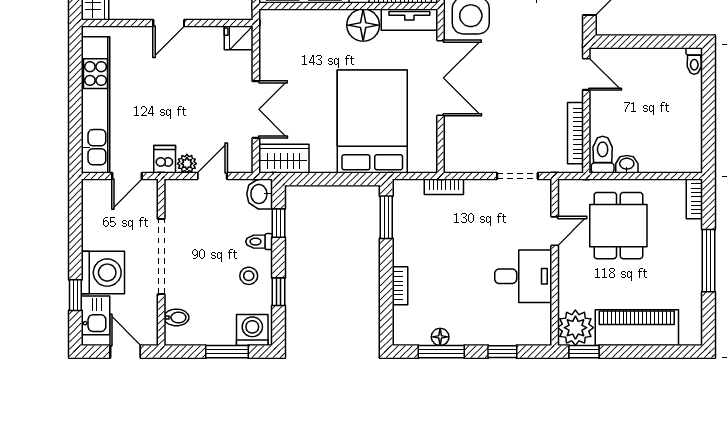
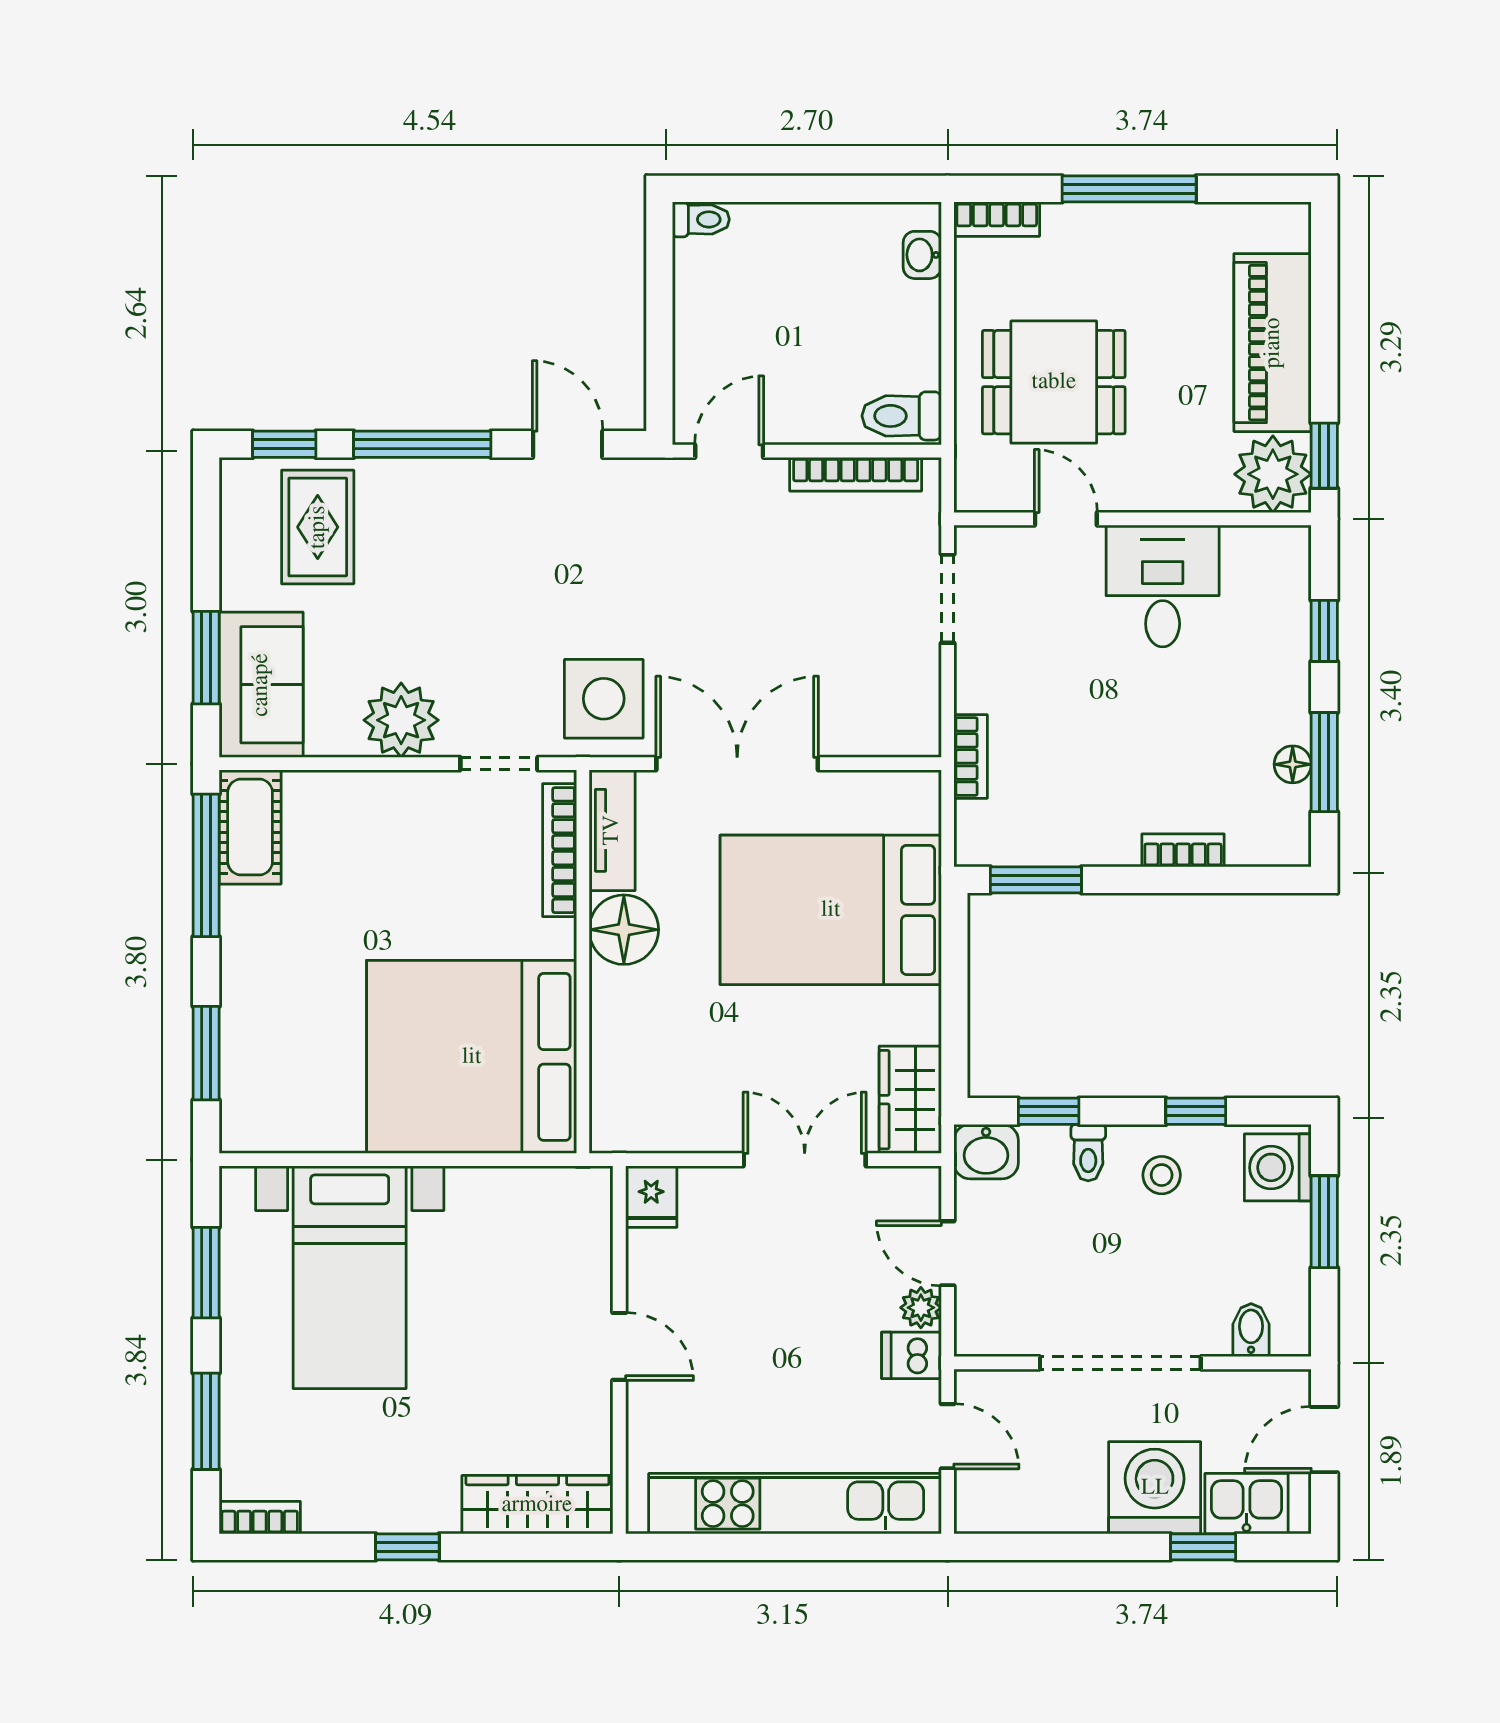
washbasin: (627, 164) -> (922, 255), moved

